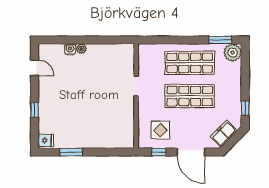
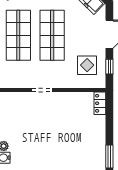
locker: (123, 143) -> (100, 103), added

